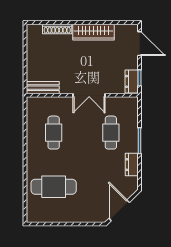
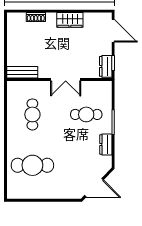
shoe rack: (57, 29) -> (36, 17), width x0.70
wardrobe: (93, 32) -> (70, 20), width x0.67
cafe table: (111, 133) -> (86, 114), turned 90
door: (119, 210) -> (94, 188), swing flipped

